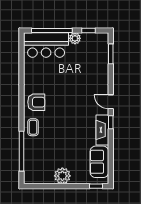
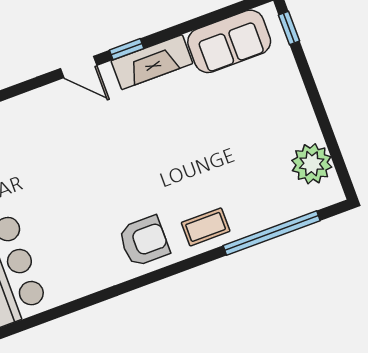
armchair: (36, 102) -> (144, 241), turned 90
door: (111, 102) -> (79, 67), hinge flipped
plant: (62, 176) -> (312, 164), moved

